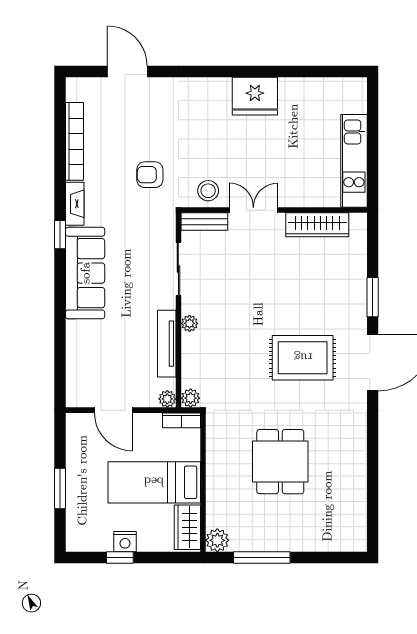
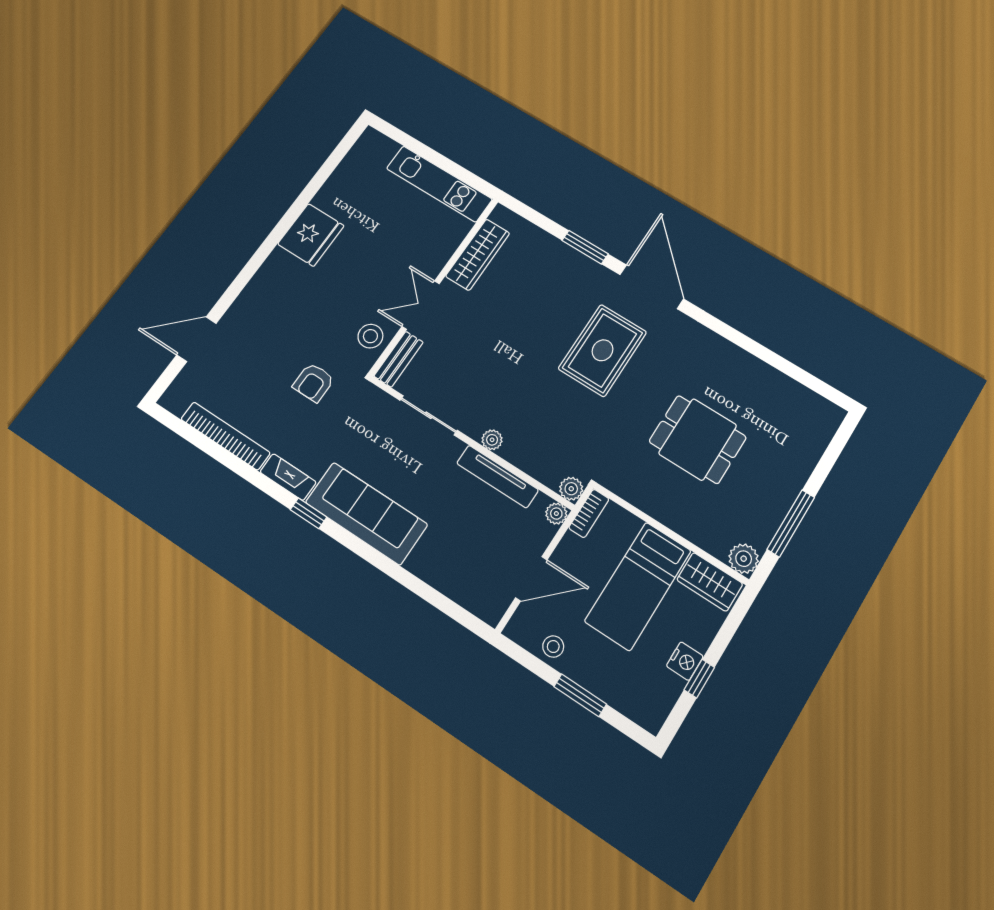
stool: (79, 452) -> (553, 647), added

